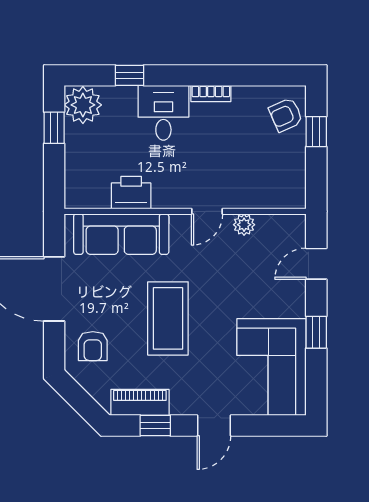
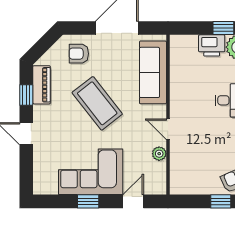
printer: (131, 193) -> (212, 45), moved, turned 90
door: (316, 264) -> (133, 201), hinge flipped
coffee table: (168, 318) -> (97, 103), turned 52
corner sofa: (272, 367) -> (91, 172), moved

